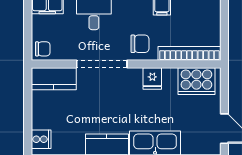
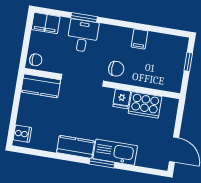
window: (224, 22) -> (188, 62), added
bookcase: (189, 53) -> (155, 83), removed
cooker: (196, 81) -> (145, 105), moved

